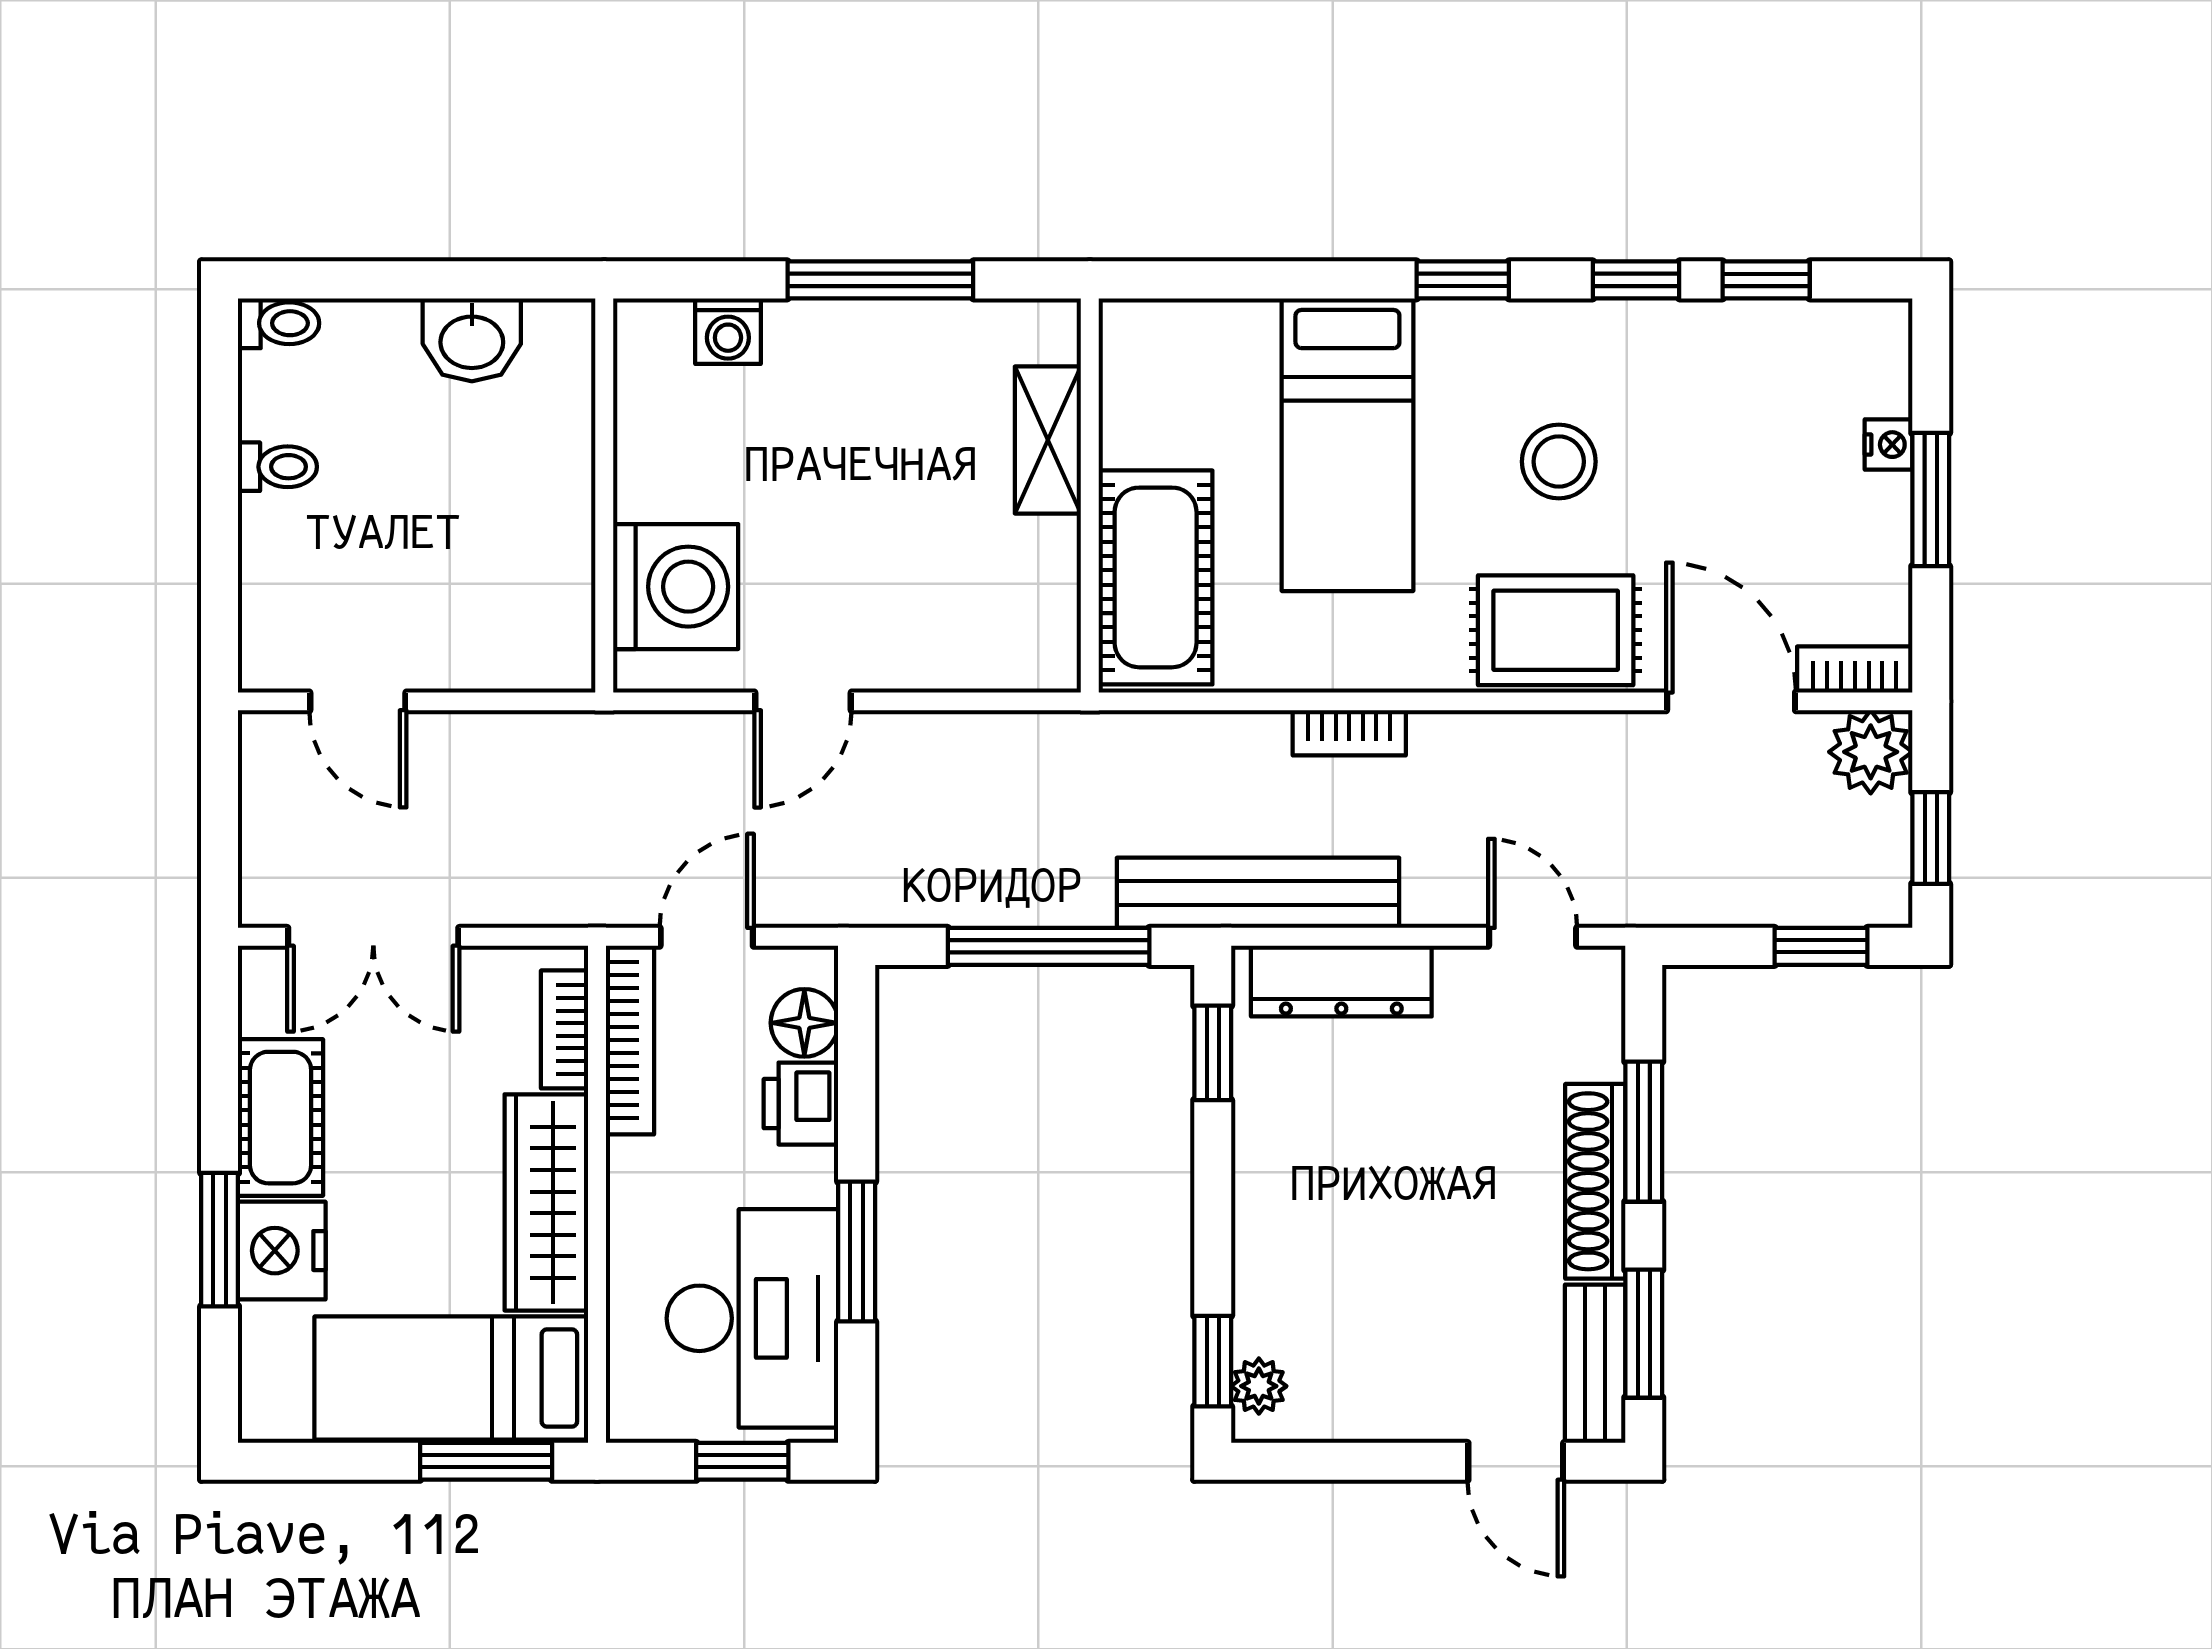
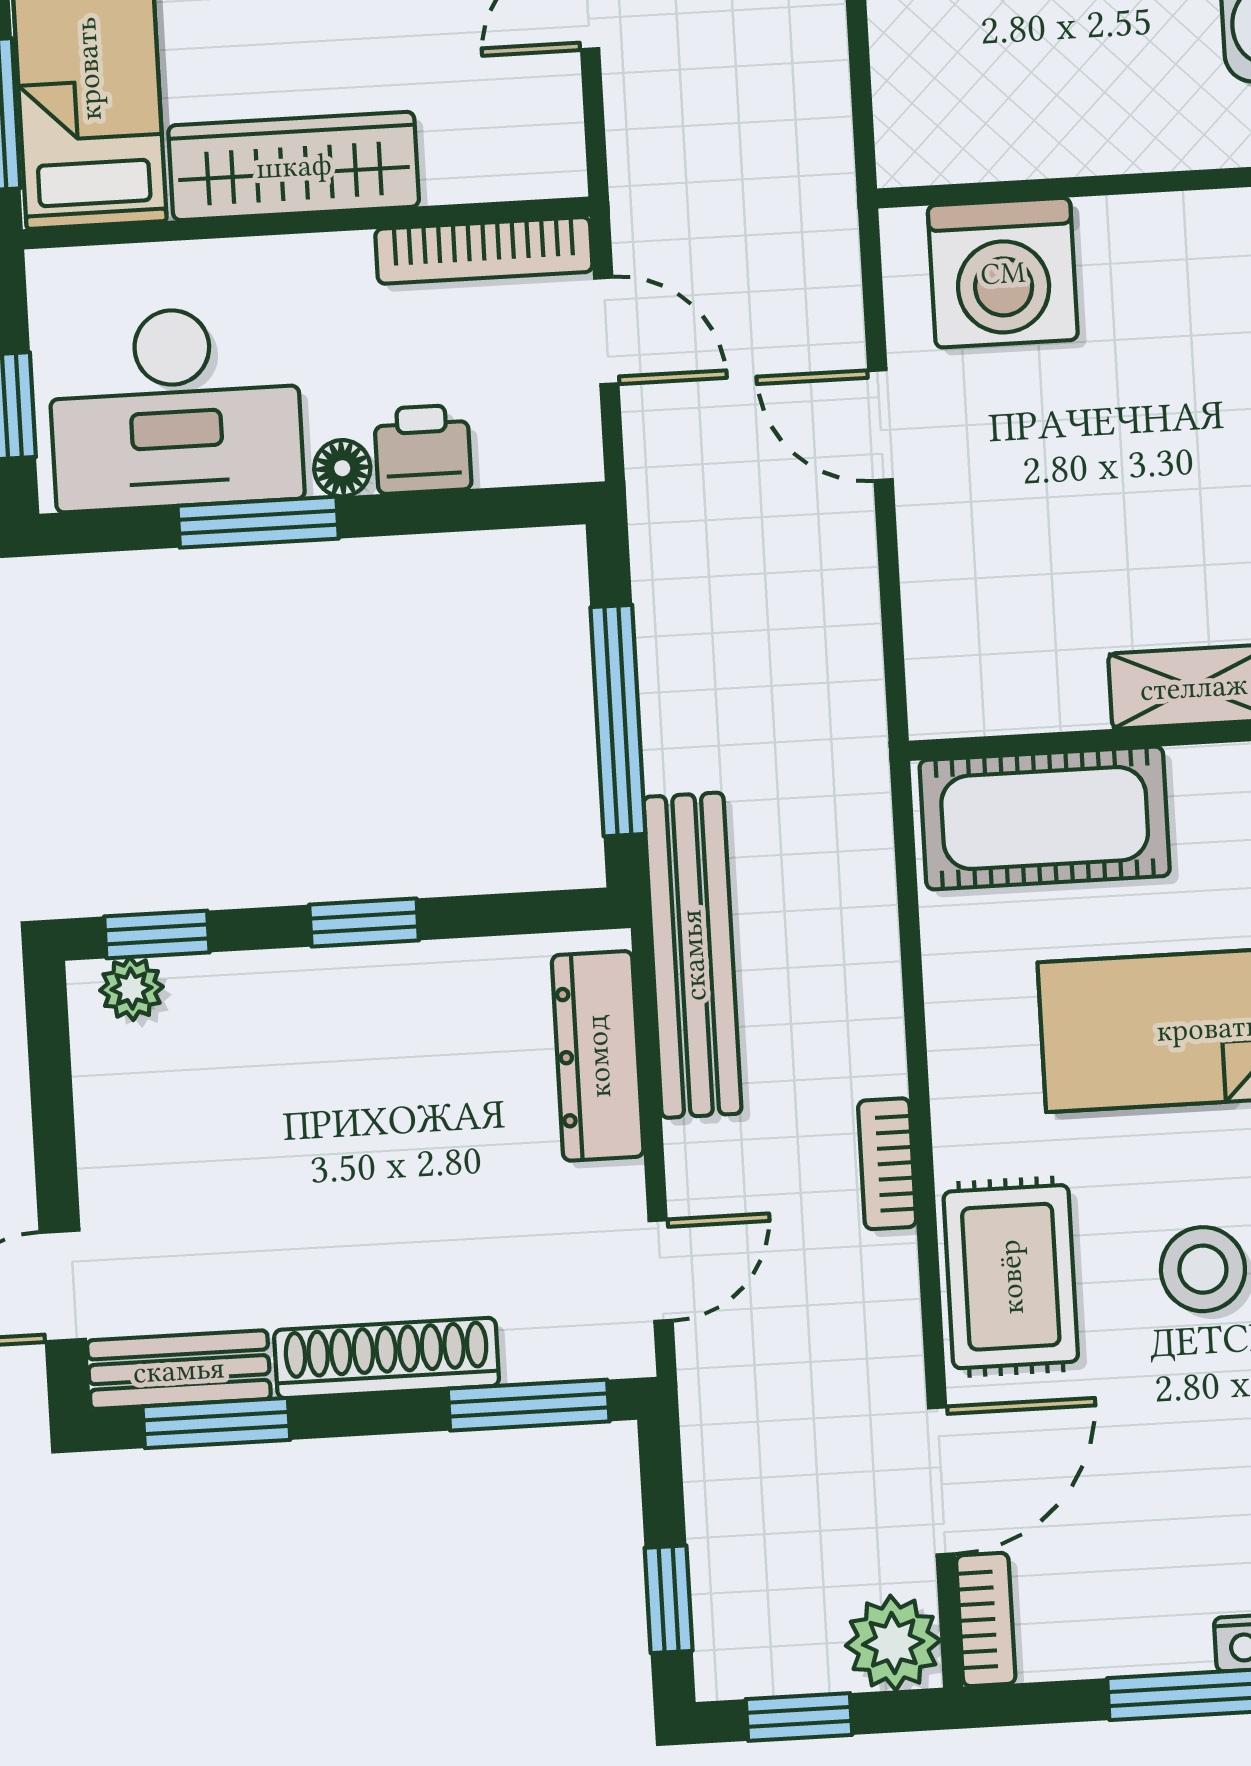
bookcase: (1349, 733) -> (887, 1164), moved
floor lamp: (804, 1023) -> (342, 468), moved, width x0.73, depth x0.73
bookcase: (565, 1029) -> (492, 175), removed
window: (1213, 1053) -> (364, 922), moved
window: (1644, 1132) -> (529, 1405), moved

